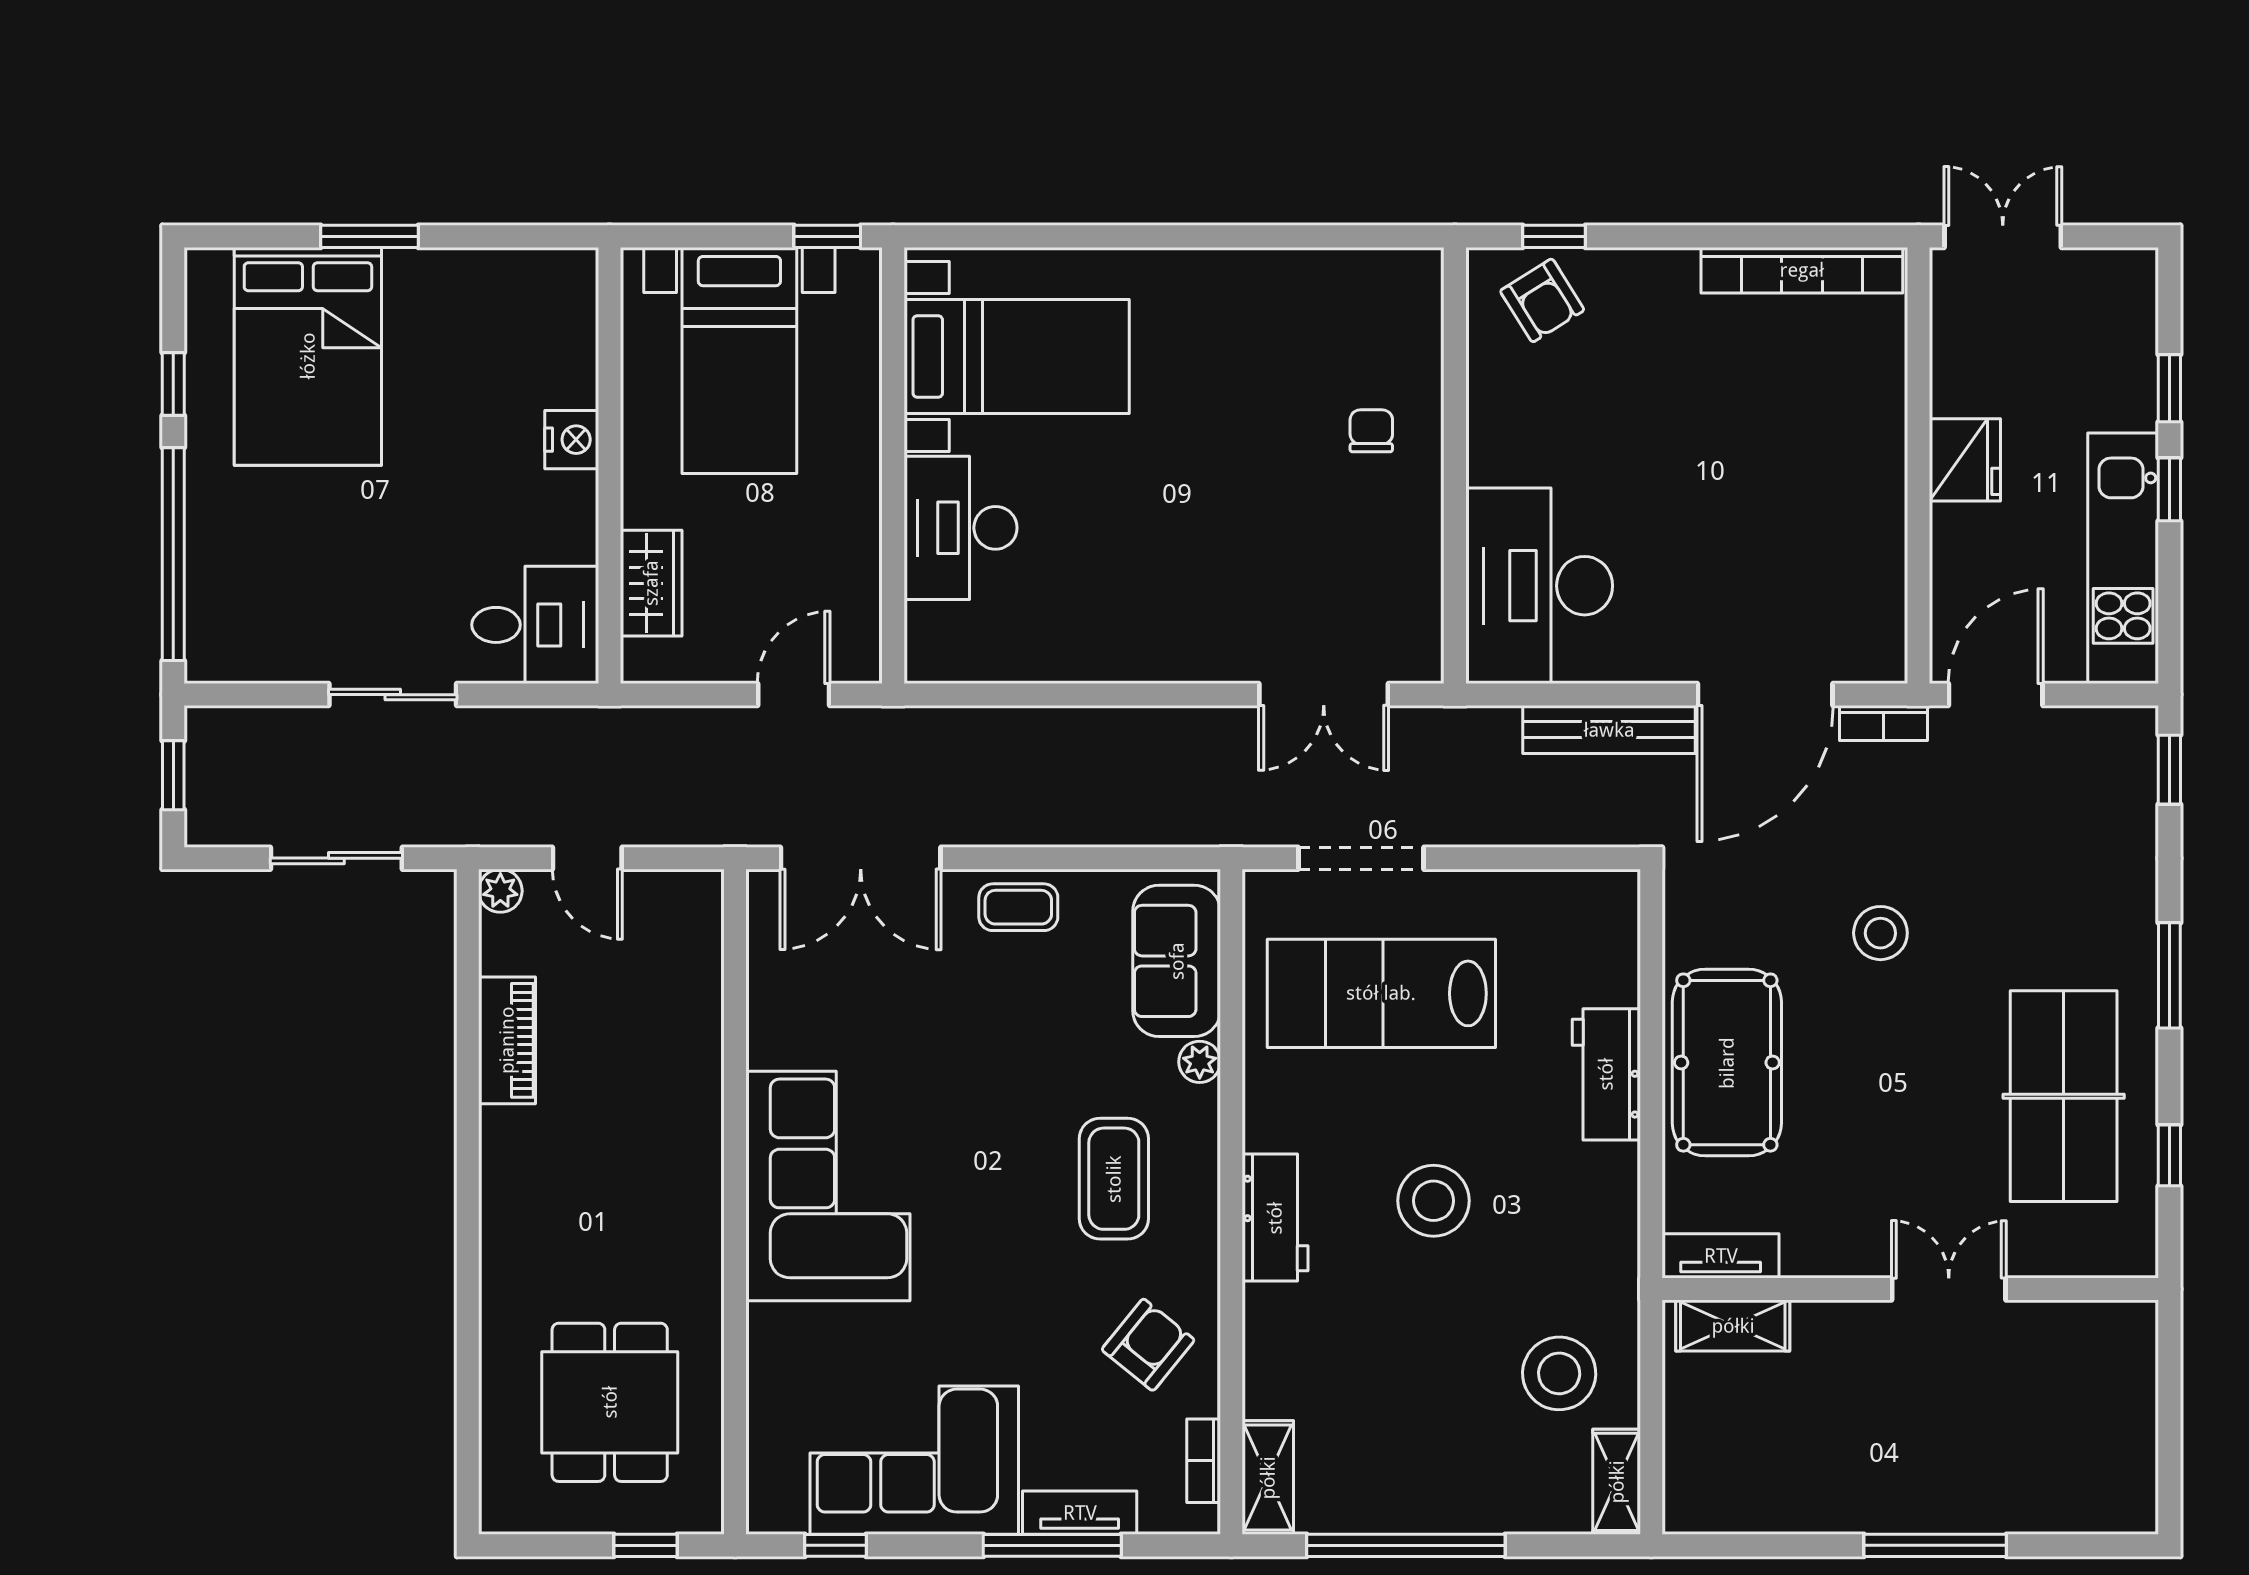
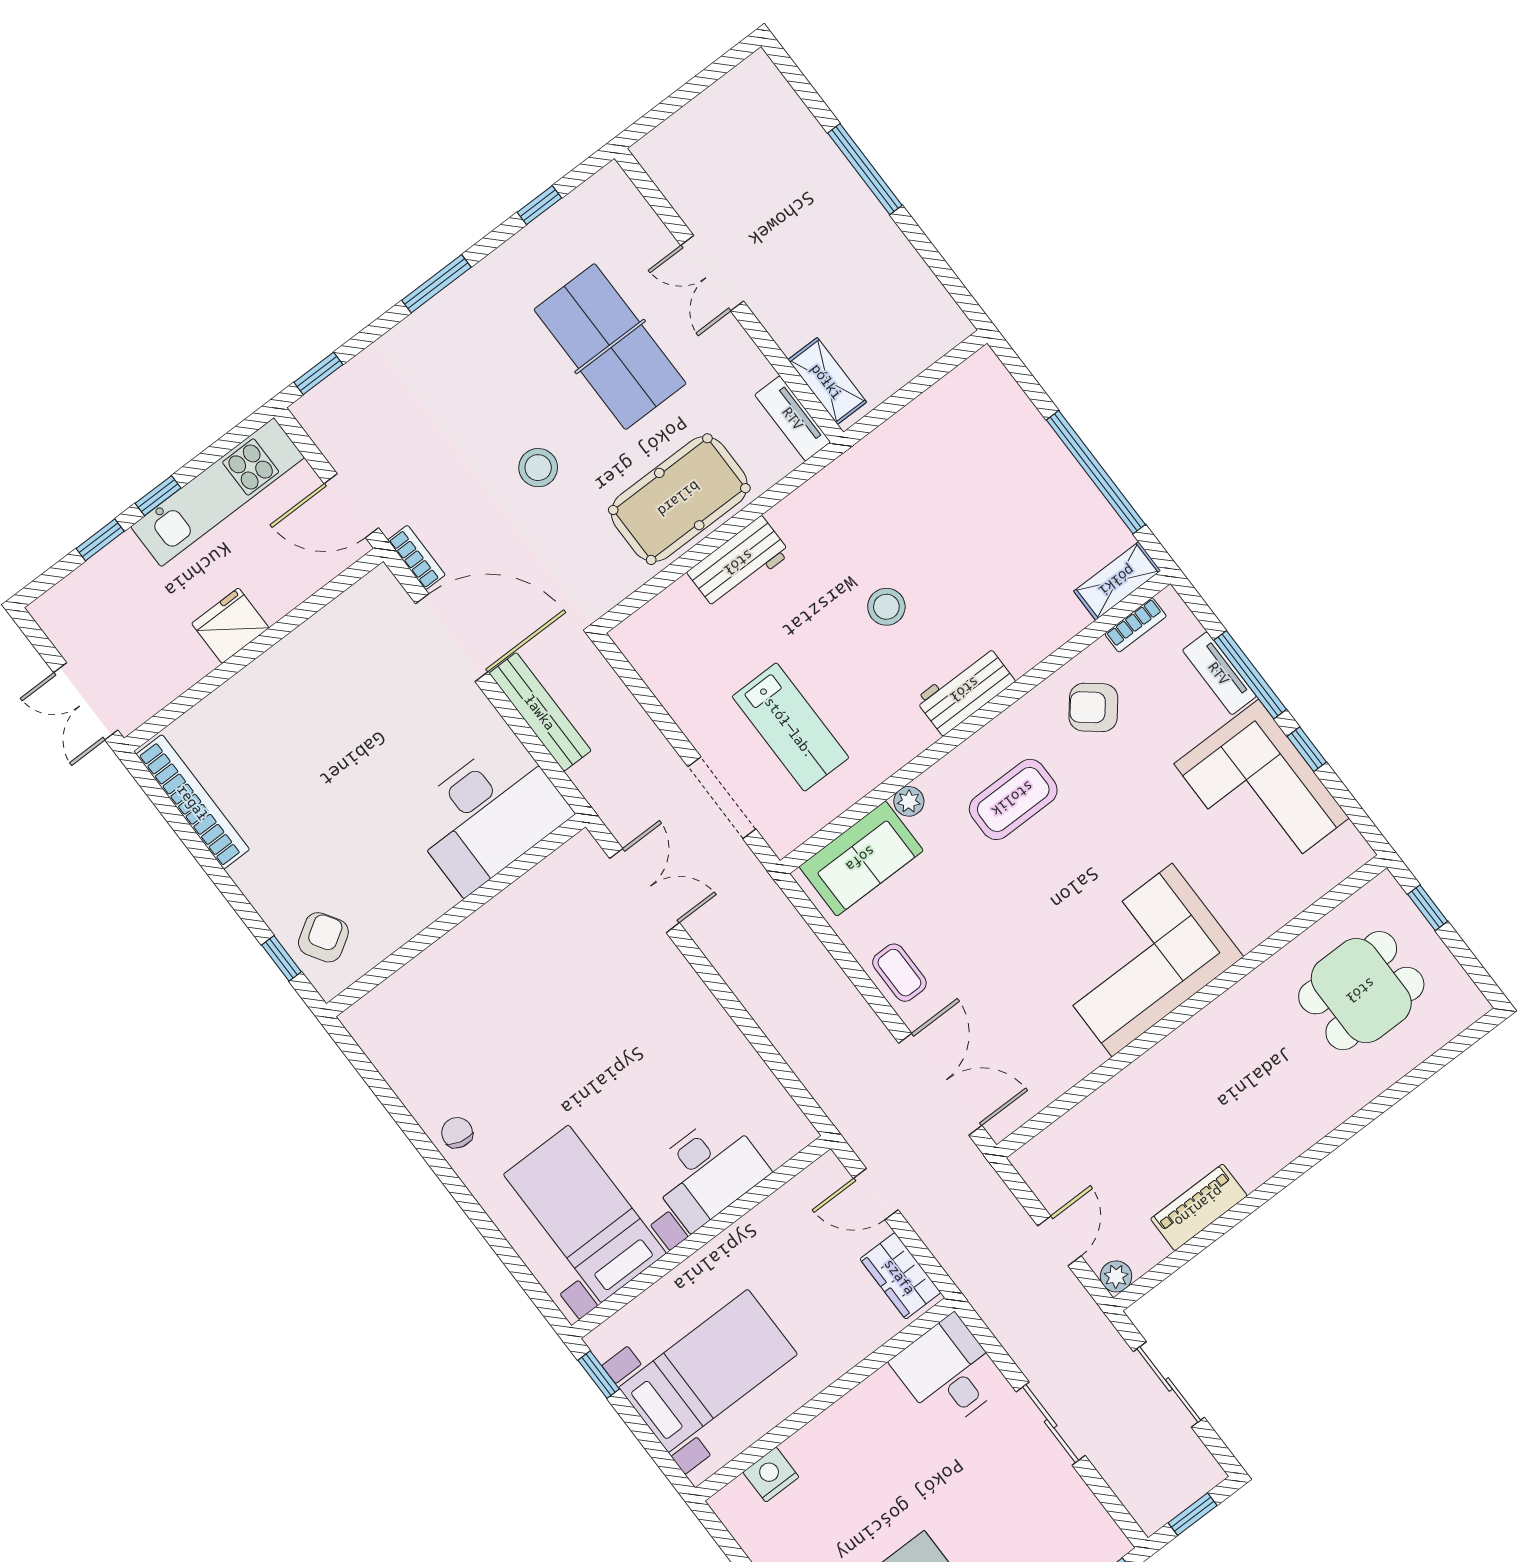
chair: (1371, 431) -> (457, 1133), moved, turned 104
nightstand: (572, 440) -> (771, 1475), moved
wardrobe: (651, 583) -> (900, 1276), moved, turned -90
lab bench: (1381, 993) -> (790, 727), width x0.73, depth x0.72
table tennis table: (2064, 1096) -> (610, 347), moved, turned 90
stool: (1434, 1201) -> (886, 607), width x0.73, depth x0.73
stool: (1559, 1373) -> (930, 459), removed
shelving: (1617, 1482) -> (967, 379), removed
window: (836, 1545) -> (1307, 749), moved

